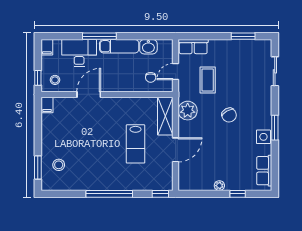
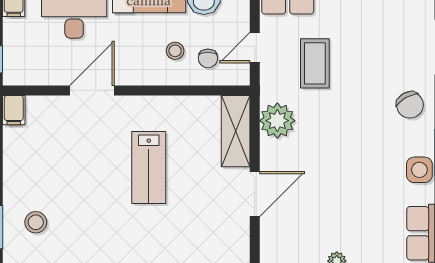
stool: (55, 80) -> (175, 51), moved
chair: (229, 115) -> (410, 105), moved
lab bench: (136, 144) -> (149, 167), moved

